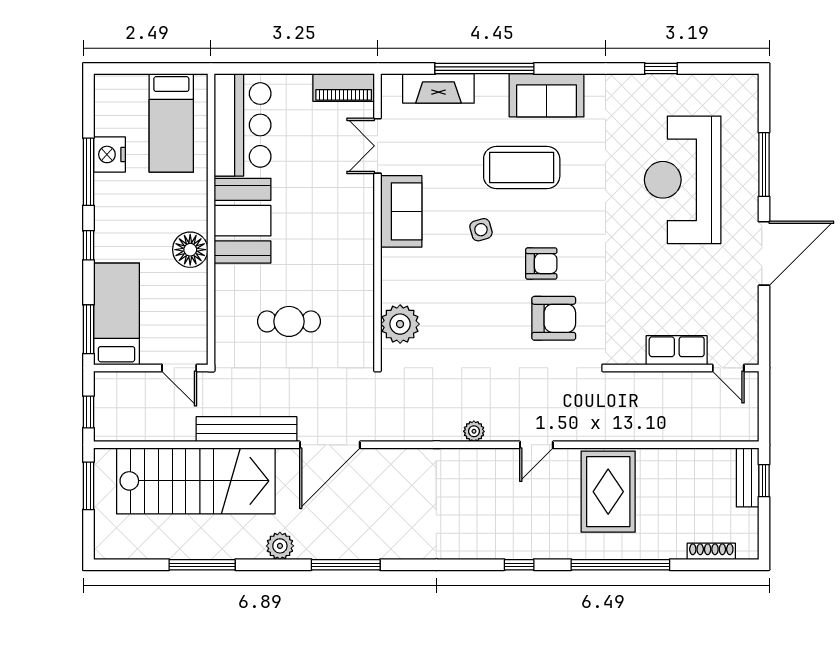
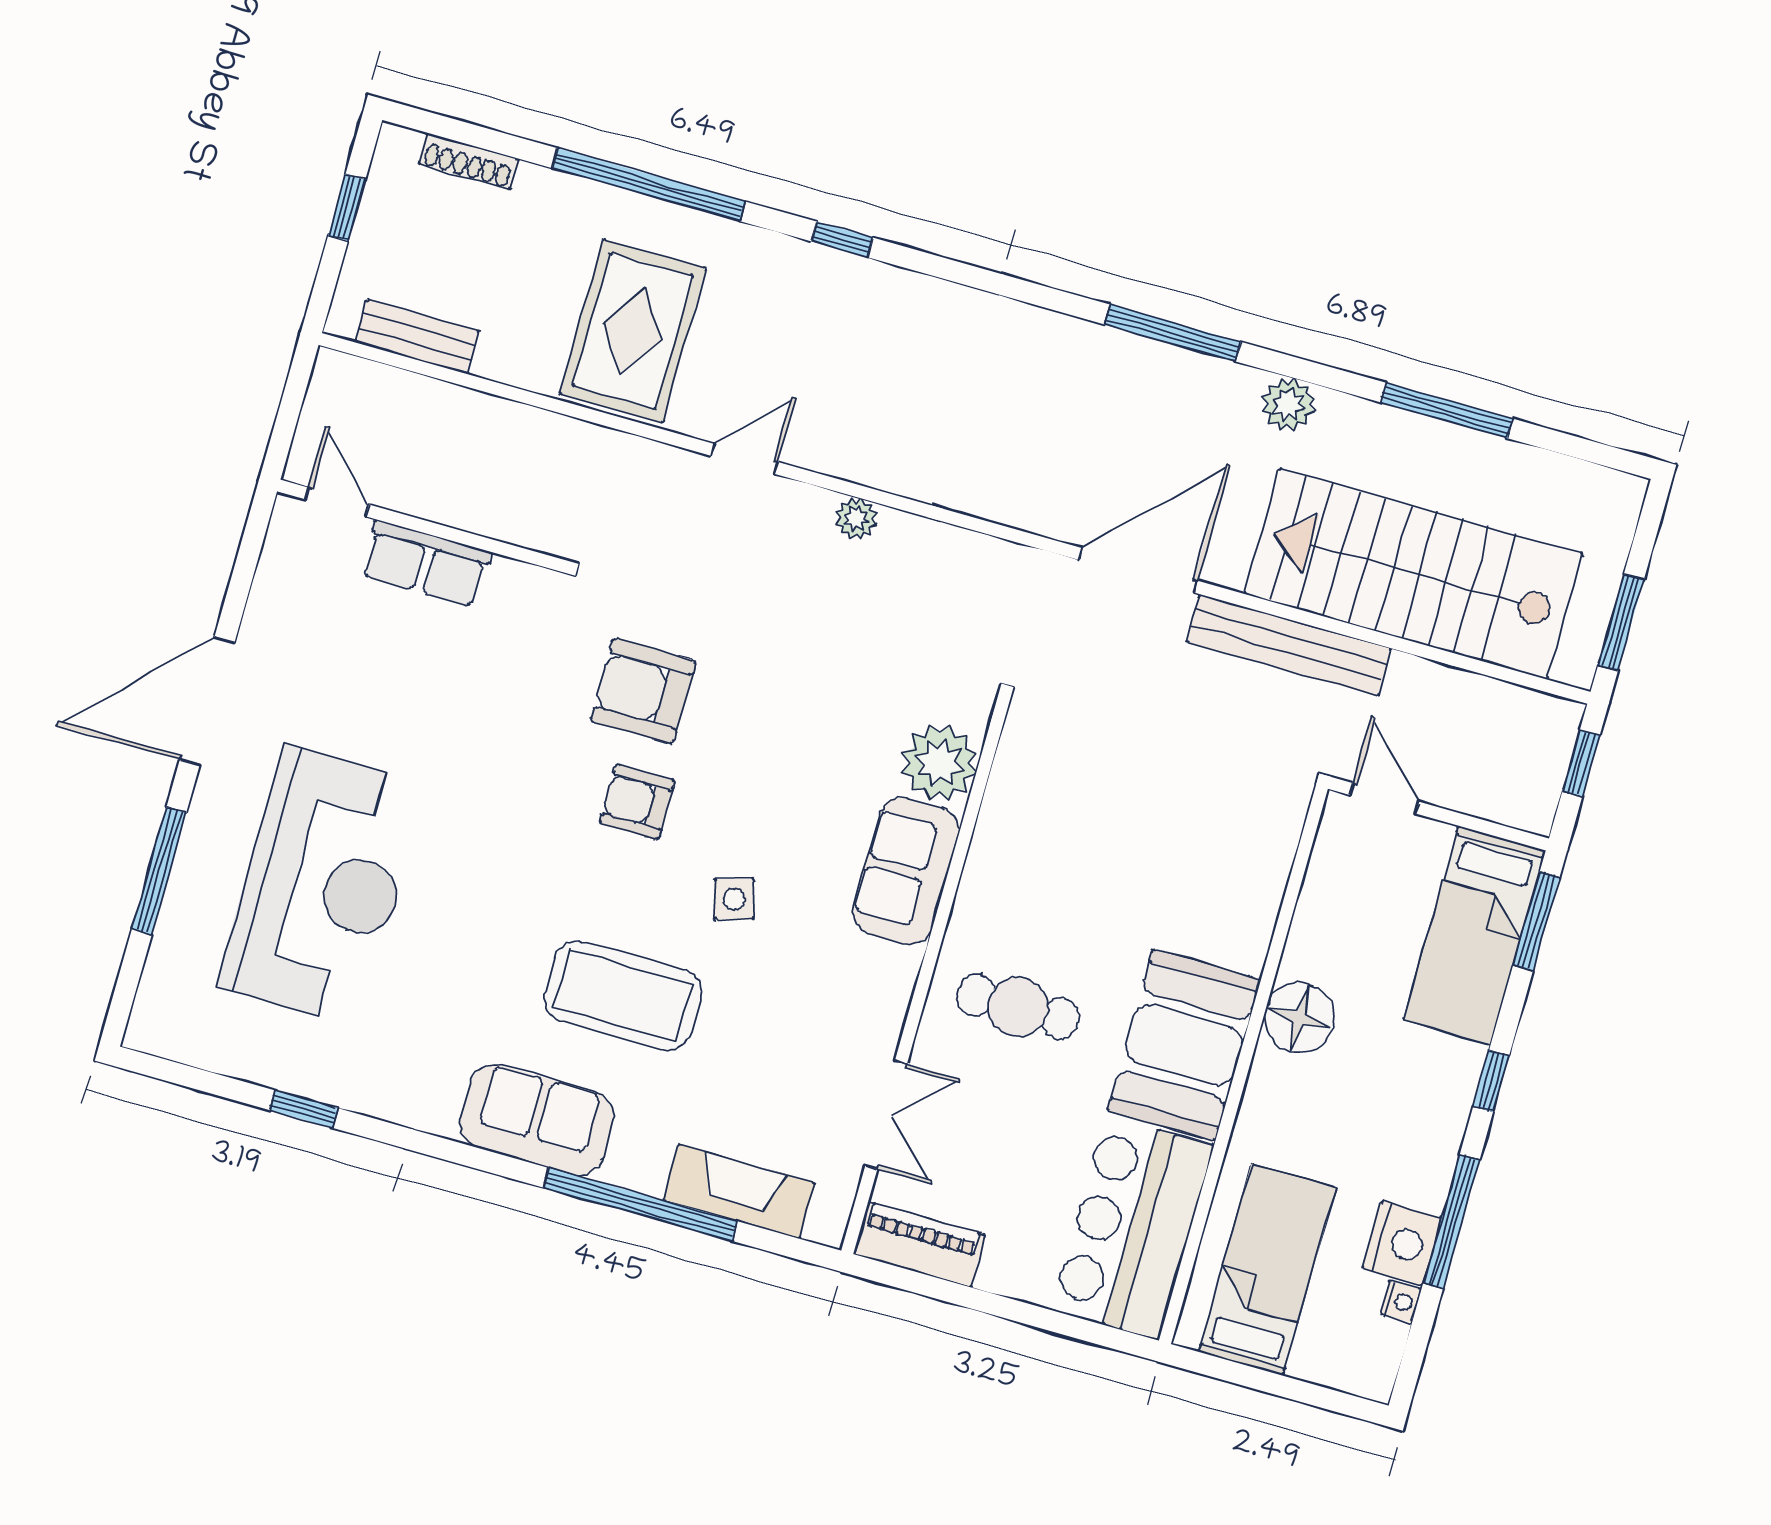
nightstand: (102, 126) -> (1401, 1302), added
sofa: (401, 211) -> (906, 871), moved
cafe table: (289, 321) -> (1018, 1007), moved
bench: (748, 477) -> (417, 337), moved, turned 90
window: (764, 481) -> (347, 207), moved

